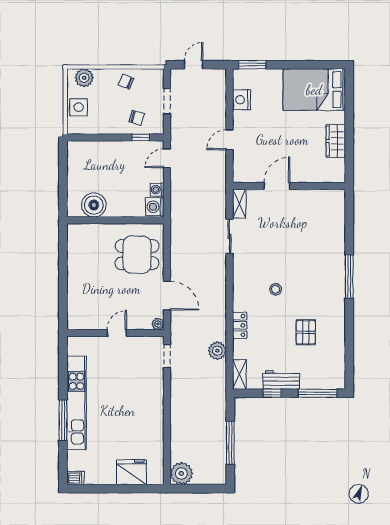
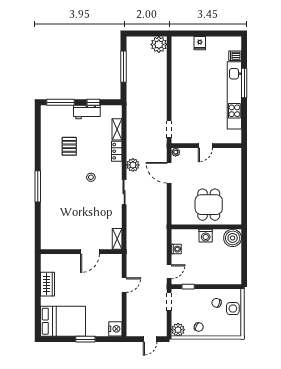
window: (252, 65) -> (85, 339), moved
plant: (84, 78) -> (178, 330), moved
nightstand: (242, 100) -> (115, 329), moved
doorway: (167, 101) -> (169, 302), moved
chair: (137, 118) -> (217, 303), moved
boiler: (94, 205) -> (233, 238), moved
washing machine: (155, 207) -> (206, 236), moved, turned 90
sliding door: (230, 236) -> (124, 192), moved
dining table: (137, 255) -> (209, 205), moved, turned 90
plant: (217, 351) -> (133, 165), moved
shelving: (239, 374) -> (117, 129), moved
fridge: (132, 472) -> (200, 43), width x0.53, depth x0.75
dishwasher: (76, 478) -> (235, 56), moved

